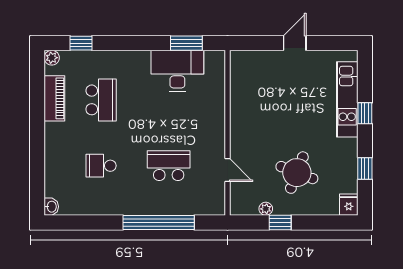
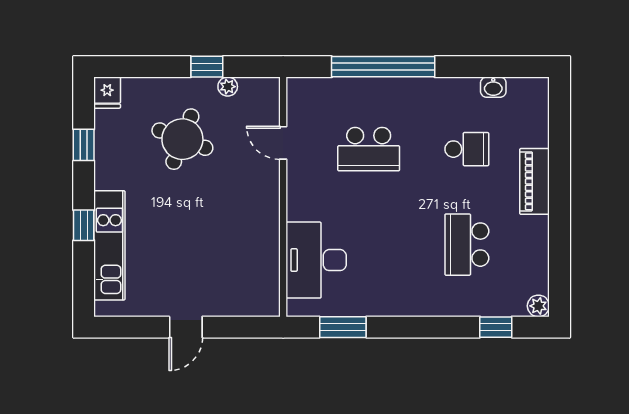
desk: (177, 71) -> (316, 260), moved, turned 90
piano: (54, 98) -> (535, 181), moved
washbasin: (51, 207) -> (493, 87), moved, turned -90

